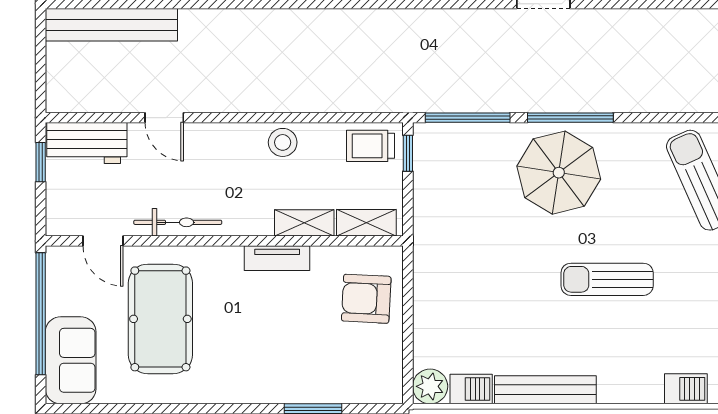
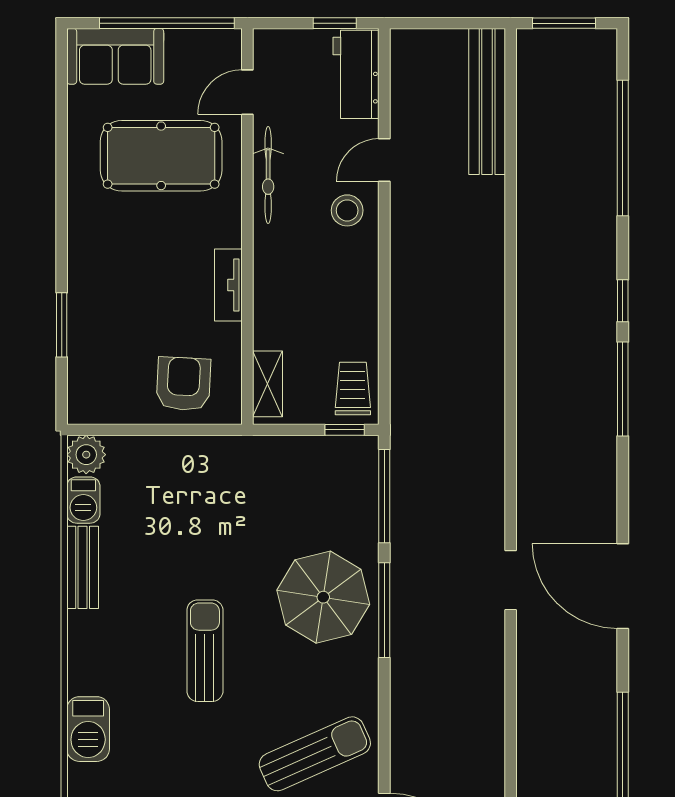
stool: (283, 142) -> (347, 210), moved
shelving: (304, 223) -> (268, 315), removed
barbecue: (686, 389) -> (88, 729), width x1.38, depth x1.27
bench: (545, 390) -> (83, 567), width x0.73

